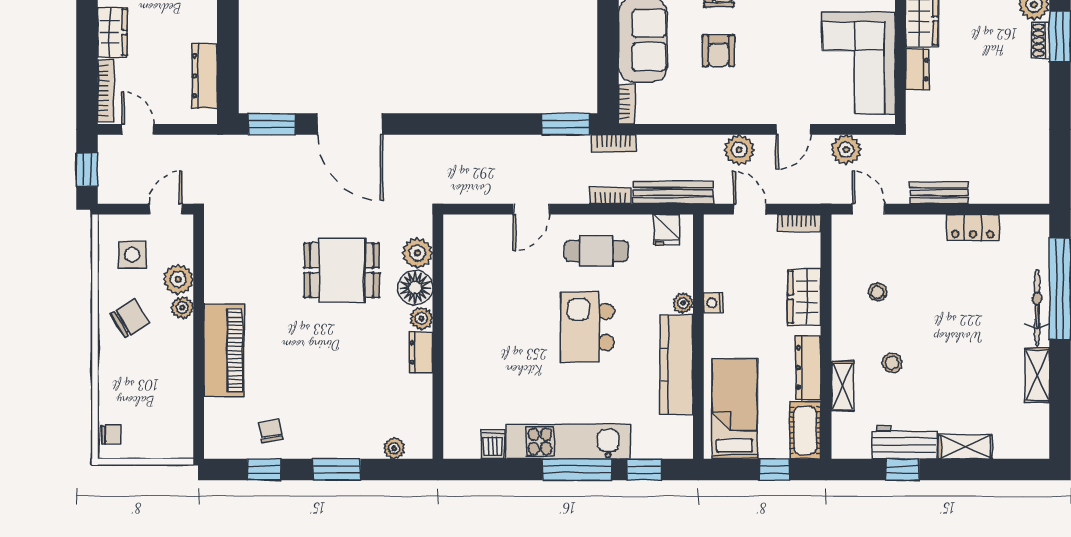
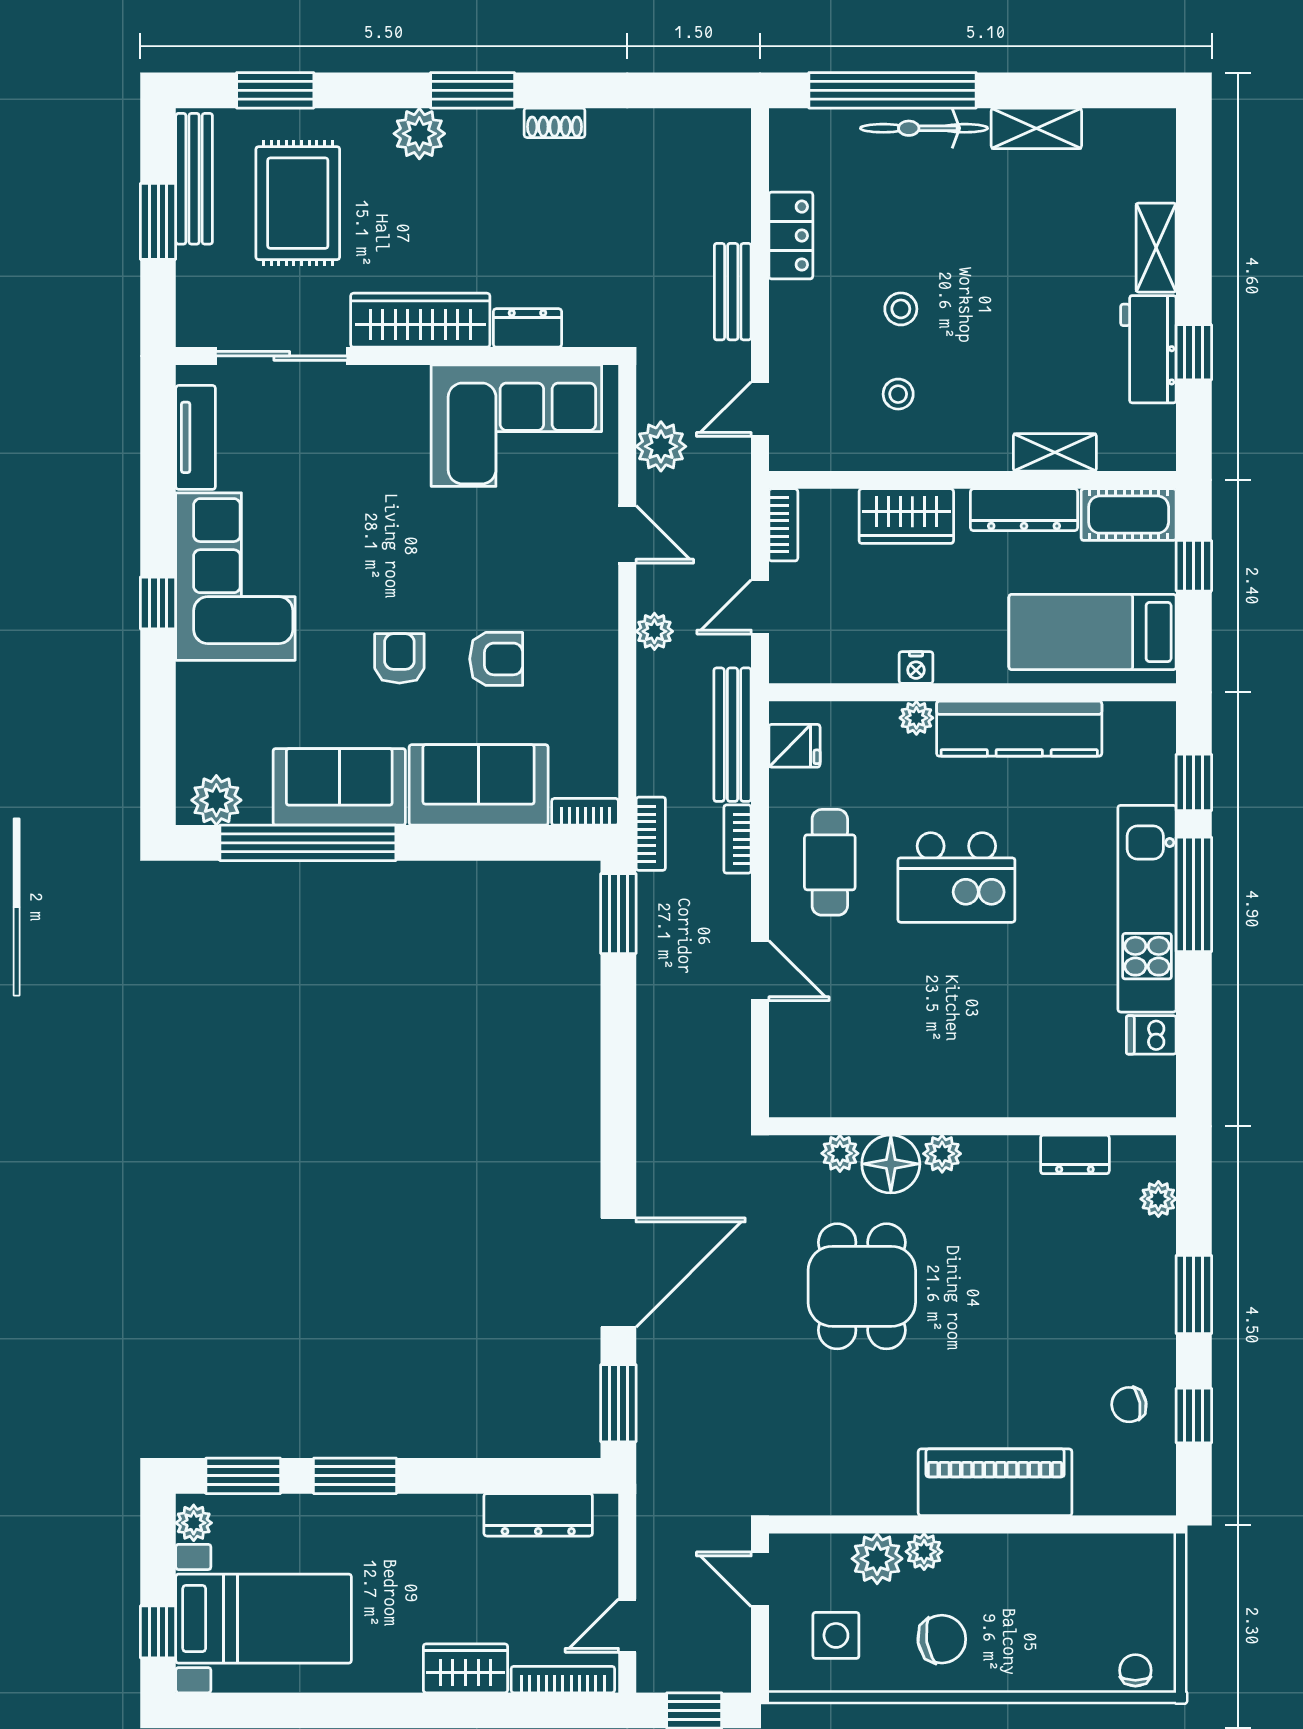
shoe rack: (1040, 40) -> (554, 123), moved
plant: (739, 150) -> (654, 631), width x0.73, depth x0.73
plant: (417, 253) -> (840, 1153), width x0.73, depth x0.73
chair: (130, 318) -> (942, 1639), turned 112
dresser: (421, 352) -> (1075, 1154), moved
stool: (892, 363) -> (901, 309), moved

